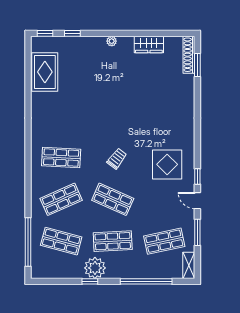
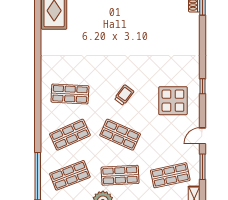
window: (197, 176) -> (202, 86), moved
door: (197, 201) -> (202, 136), hinge flipped
shop shelf: (61, 241) -> (70, 175), turned -36

